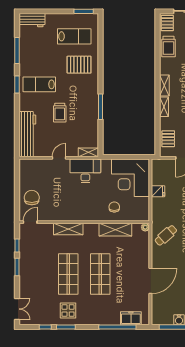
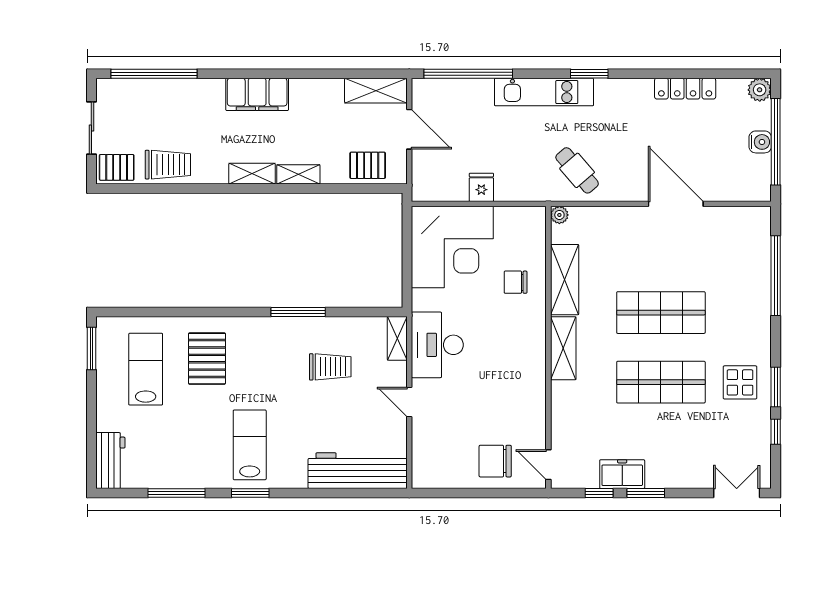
lab bench: (39, 84) -> (250, 445), turned 180
trolley: (60, 113) -> (330, 367), moved
shelving: (68, 229) -> (563, 348), moved
freezer: (131, 318) -> (622, 474), moved, turned 90

